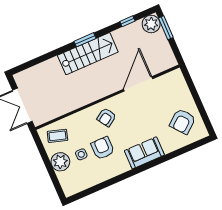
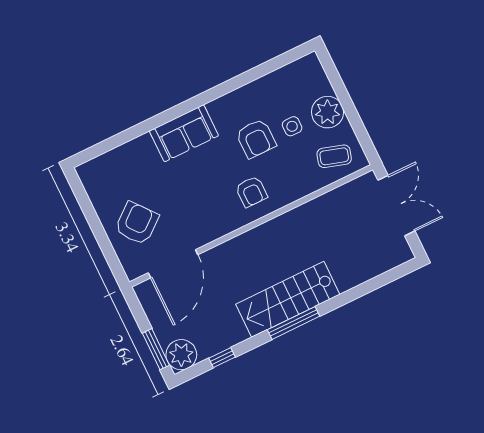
window: (85, 40) -> (294, 323), width x1.44
door: (138, 84) -> (173, 264), moved
armchair: (106, 117) -> (251, 192), turned 123
armchair: (183, 121) -> (137, 223), moved

